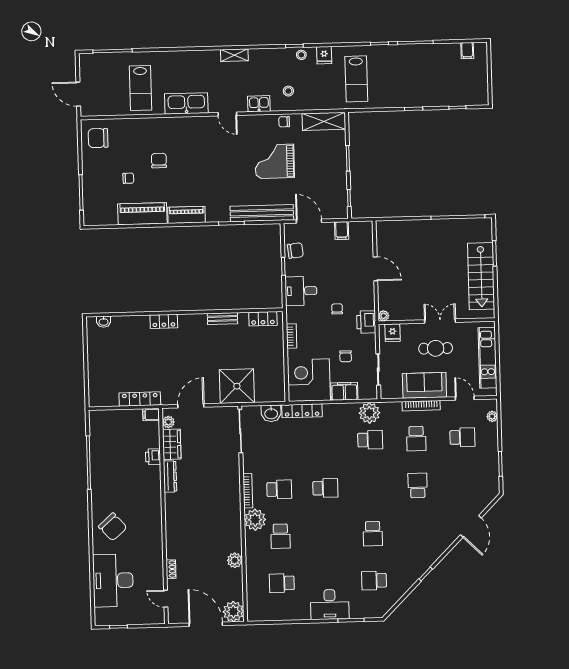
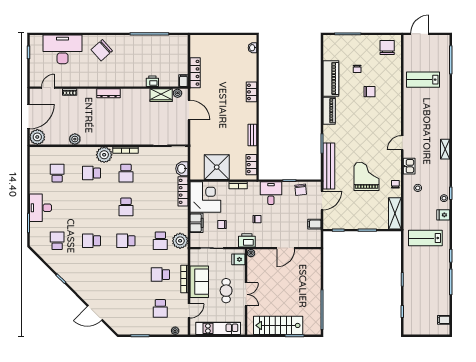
kitchen sink: (186, 103) -> (411, 113), removed
shower: (237, 386) -> (217, 167), moved
dresser: (170, 476) -> (109, 93), moved
school desk: (418, 485) -> (126, 241), moved, turned 180

